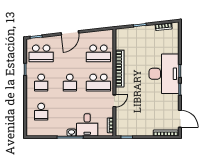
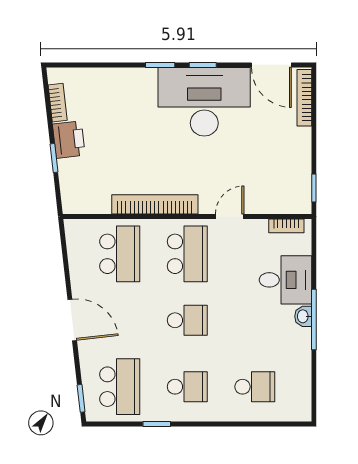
printer: (148, 31) -> (69, 140), added
desk: (164, 74) -> (204, 102), moved
door: (114, 101) -> (230, 216), hinge flipped
door: (180, 119) -> (271, 65), swing flipped

